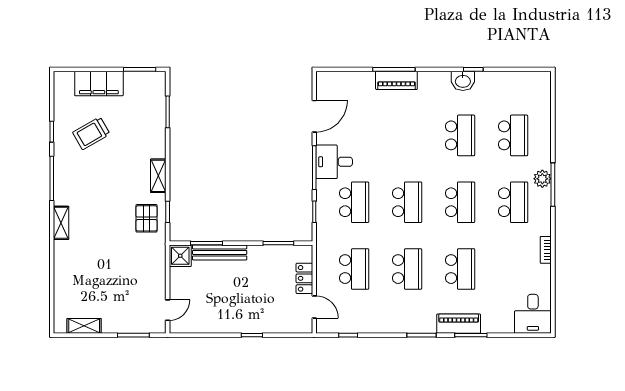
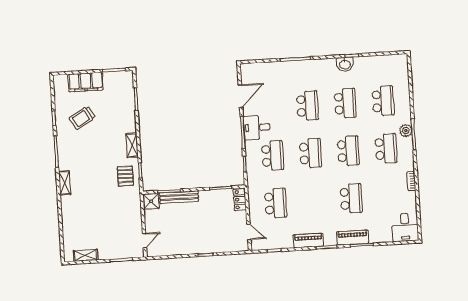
piano: (396, 80) -> (308, 241), moved, turned 180
school desk: (407, 269) -> (307, 106), moved
locker: (304, 278) -> (240, 200), moved

